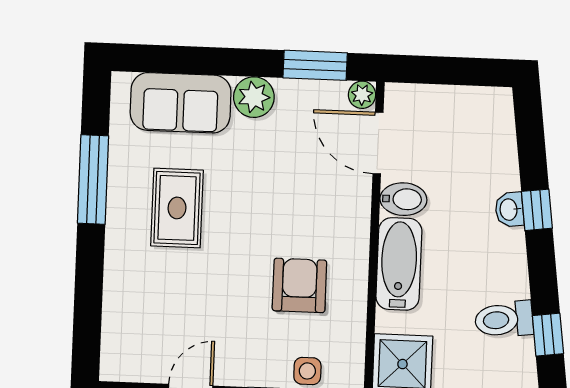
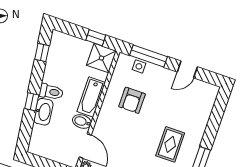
washbasin: (509, 209) -> (43, 112), width x1.91, depth x1.45
toilet: (504, 320) -> (51, 92), moved

